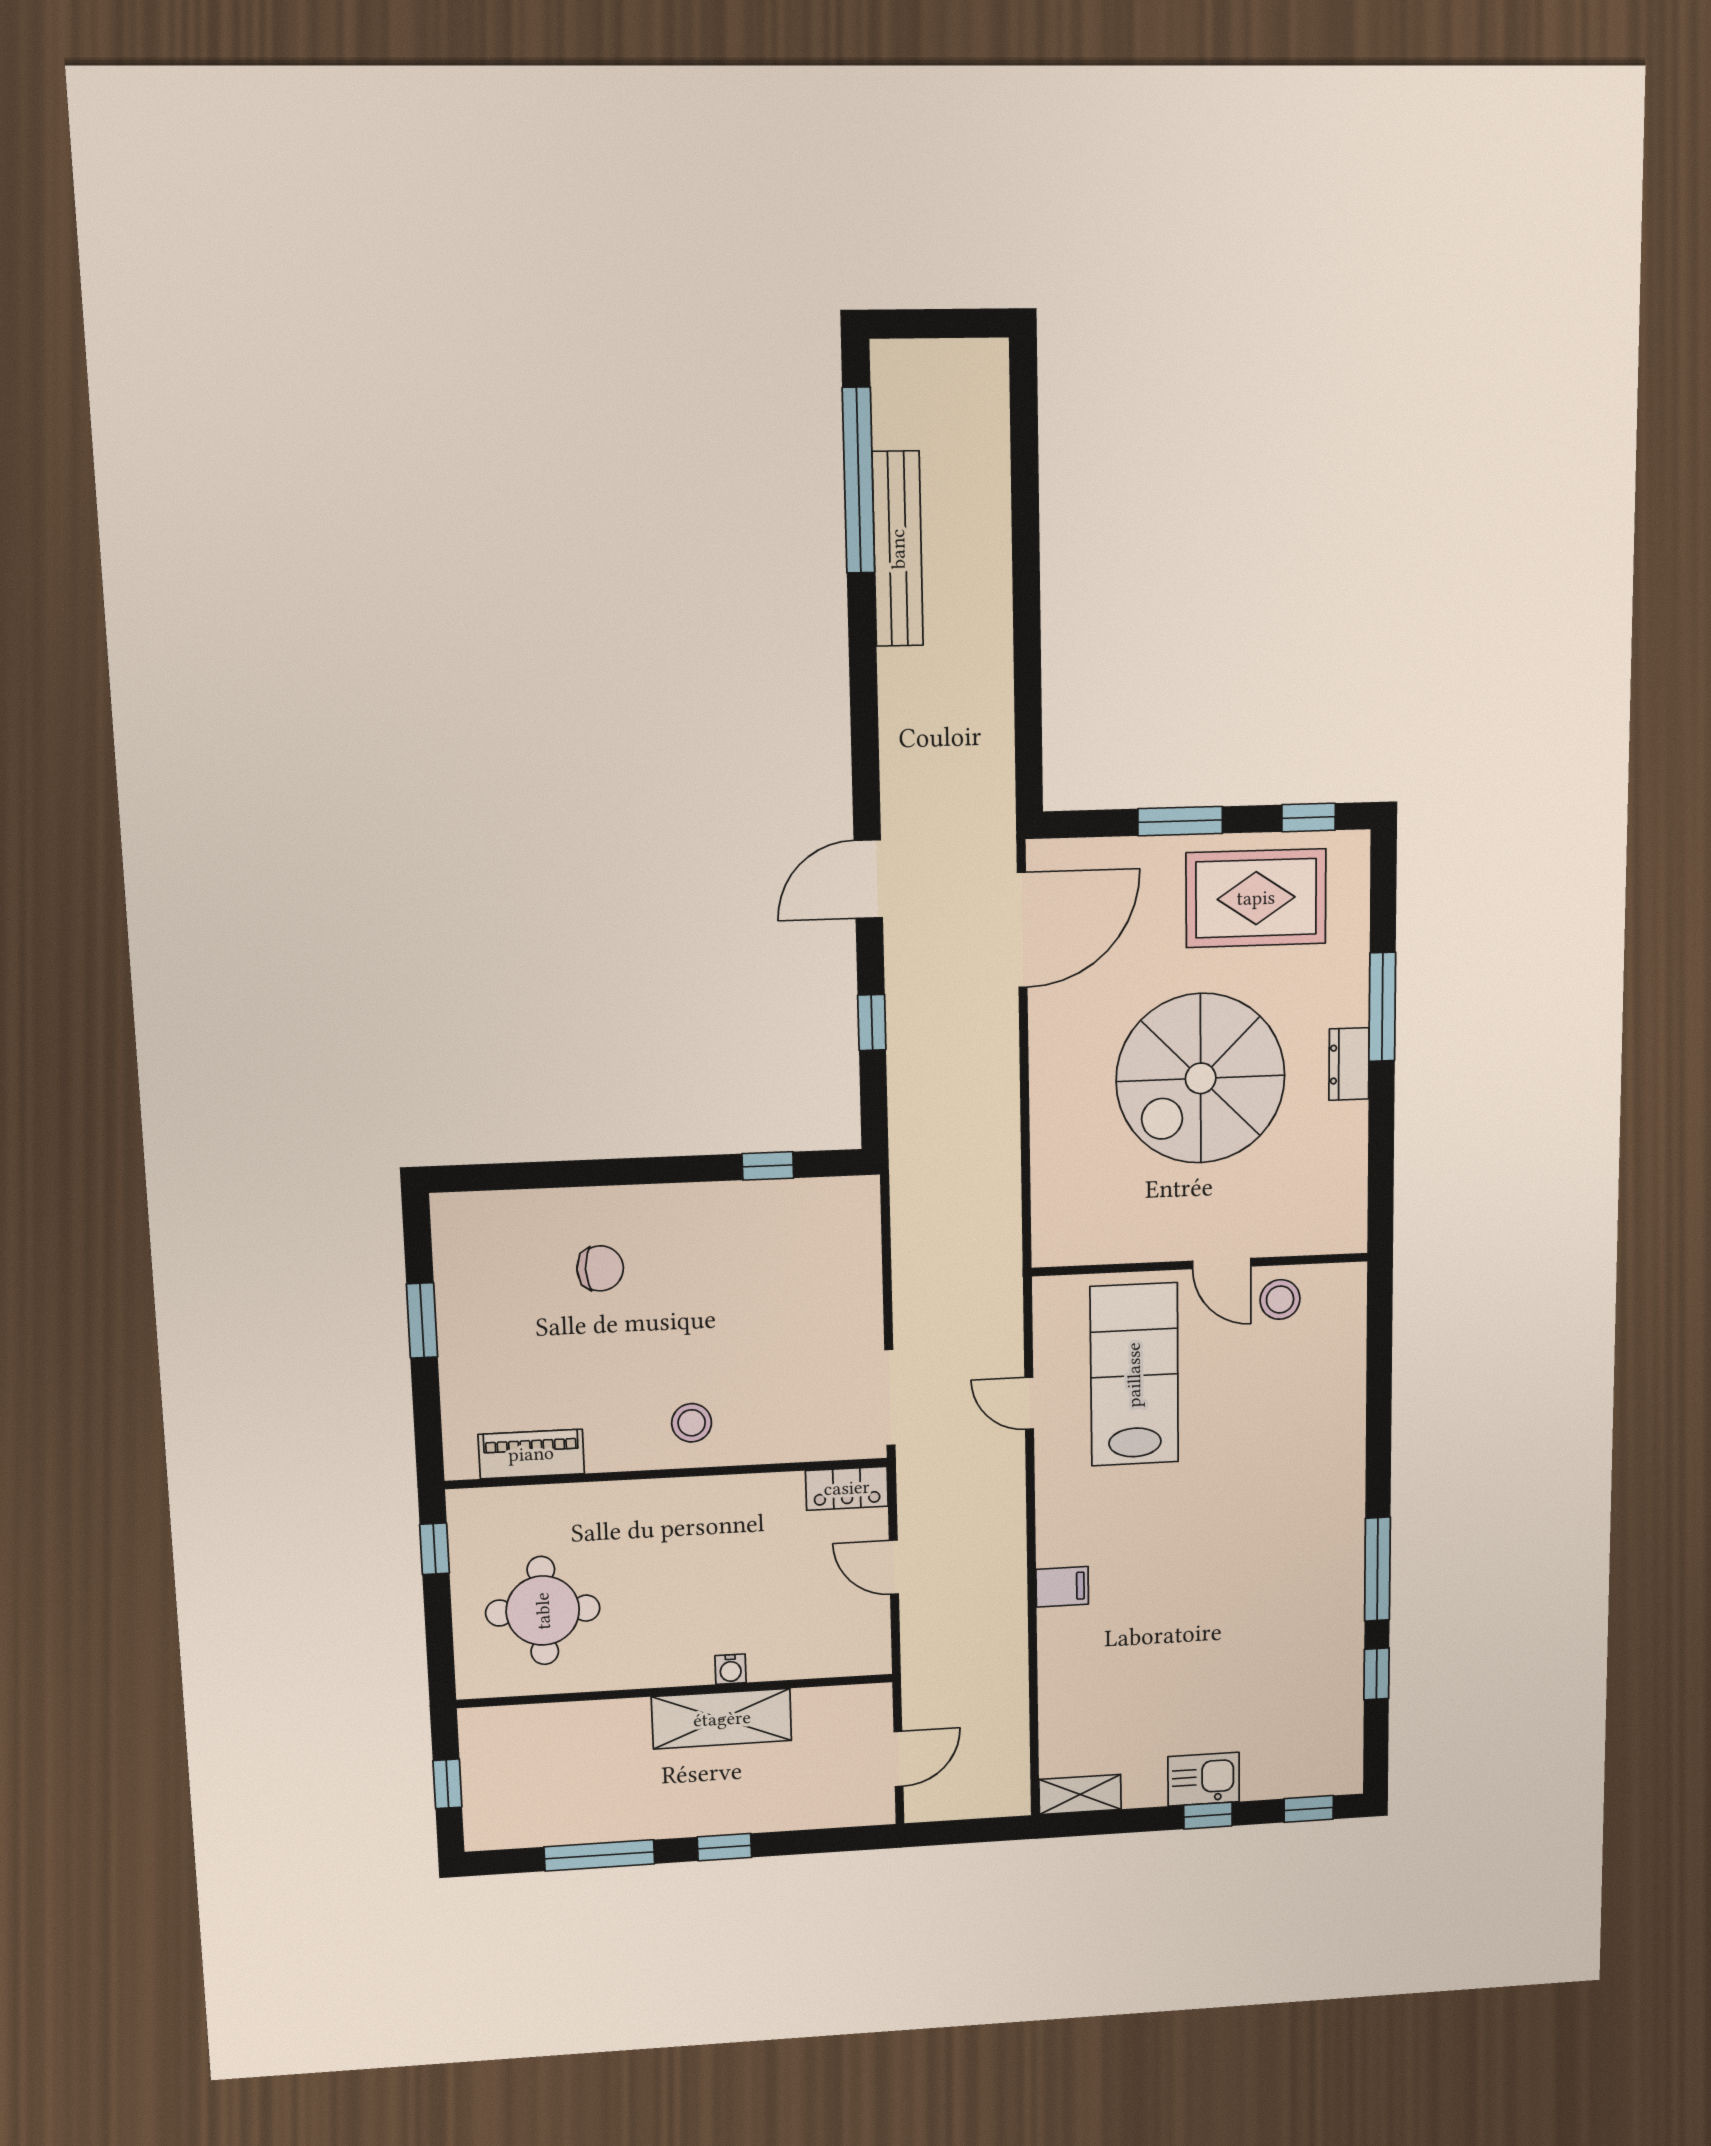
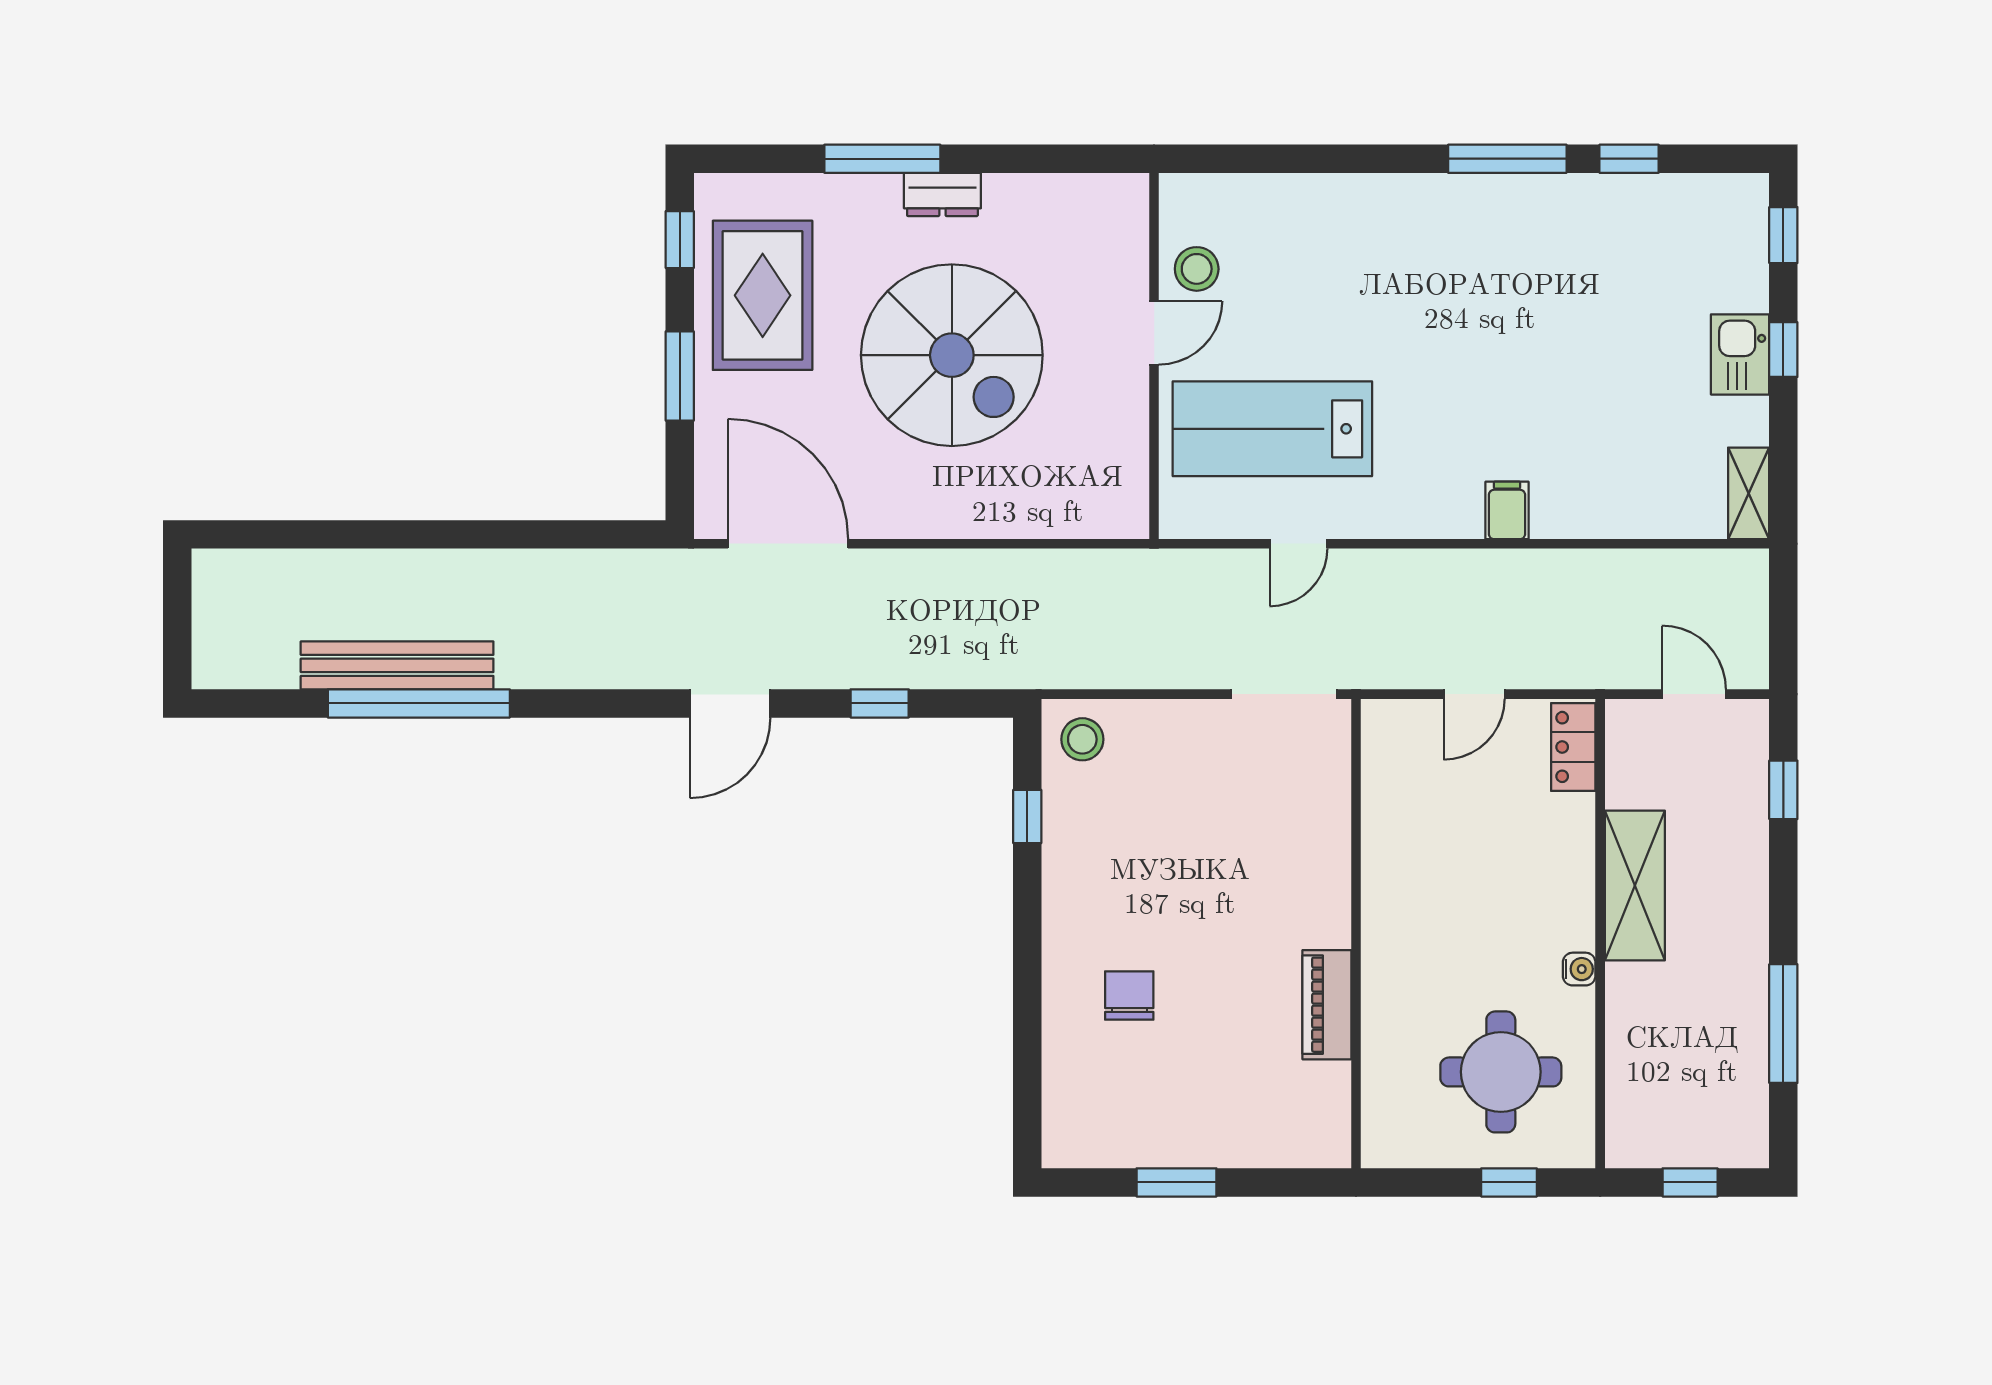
window: (859, 480) -> (419, 703), moved
door: (868, 879) -> (730, 703), hinge flipped
stool: (692, 1423) -> (1082, 739), moved
piano: (531, 1454) -> (1327, 1005), moved
locker: (847, 1488) -> (1573, 747), moved, turned 180
window: (435, 1549) -> (1509, 1182), moved
water cooler: (731, 1669) -> (1579, 969), moved
window: (724, 1847) -> (1783, 790), moved

